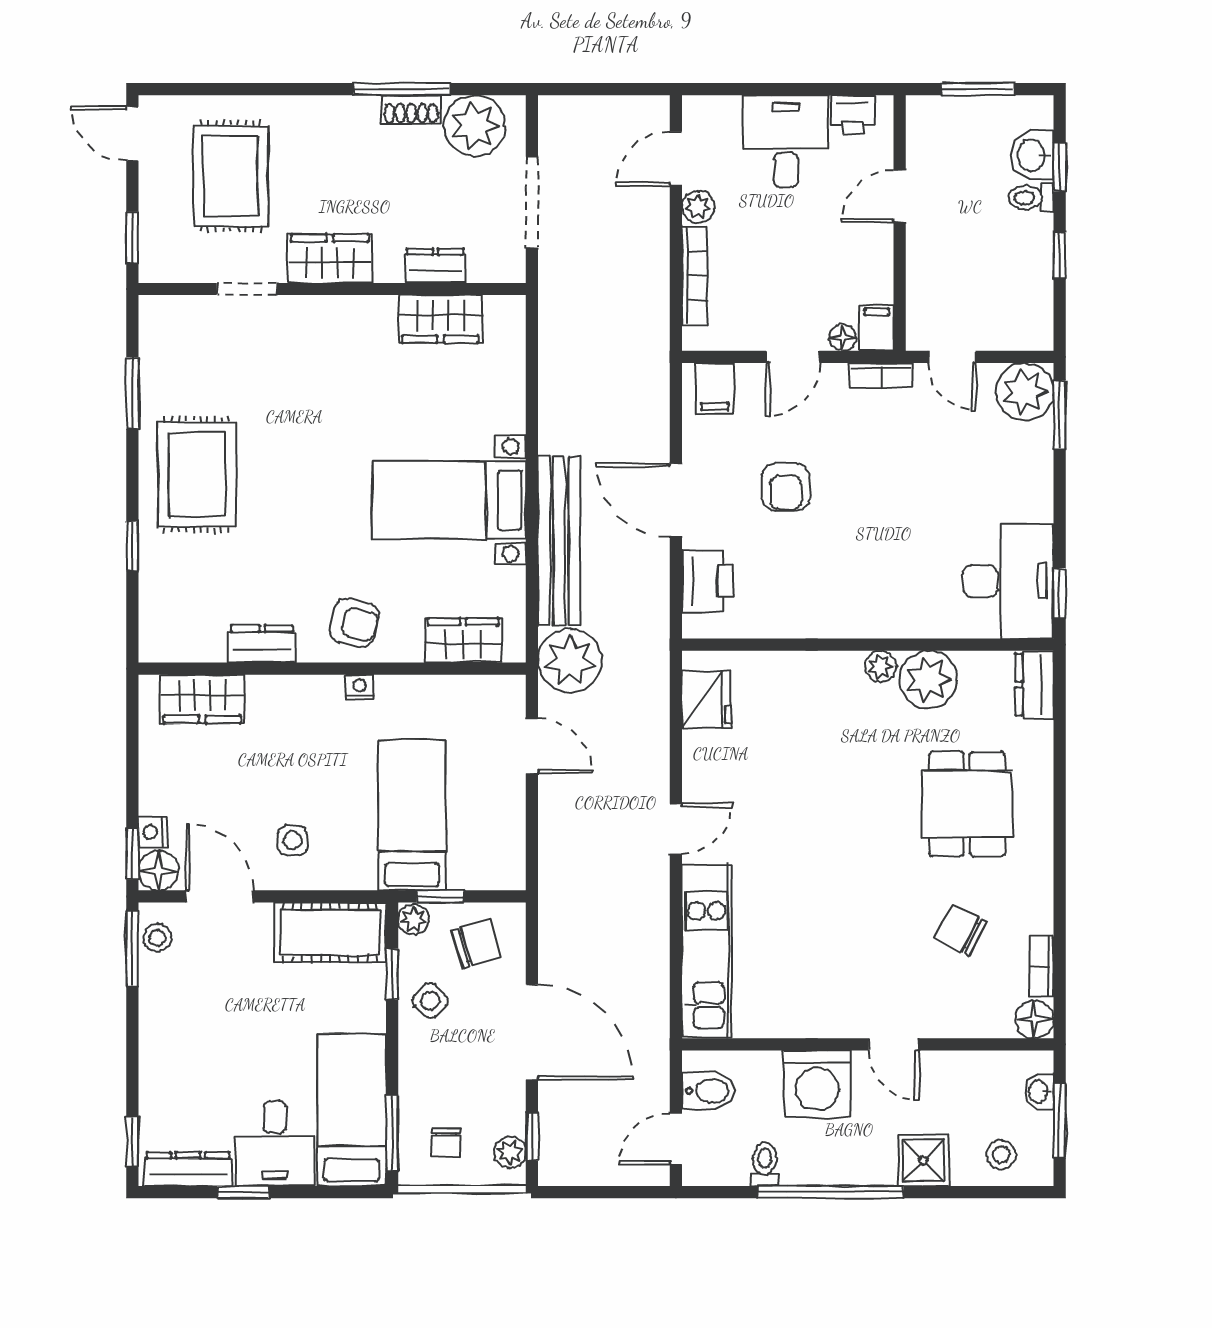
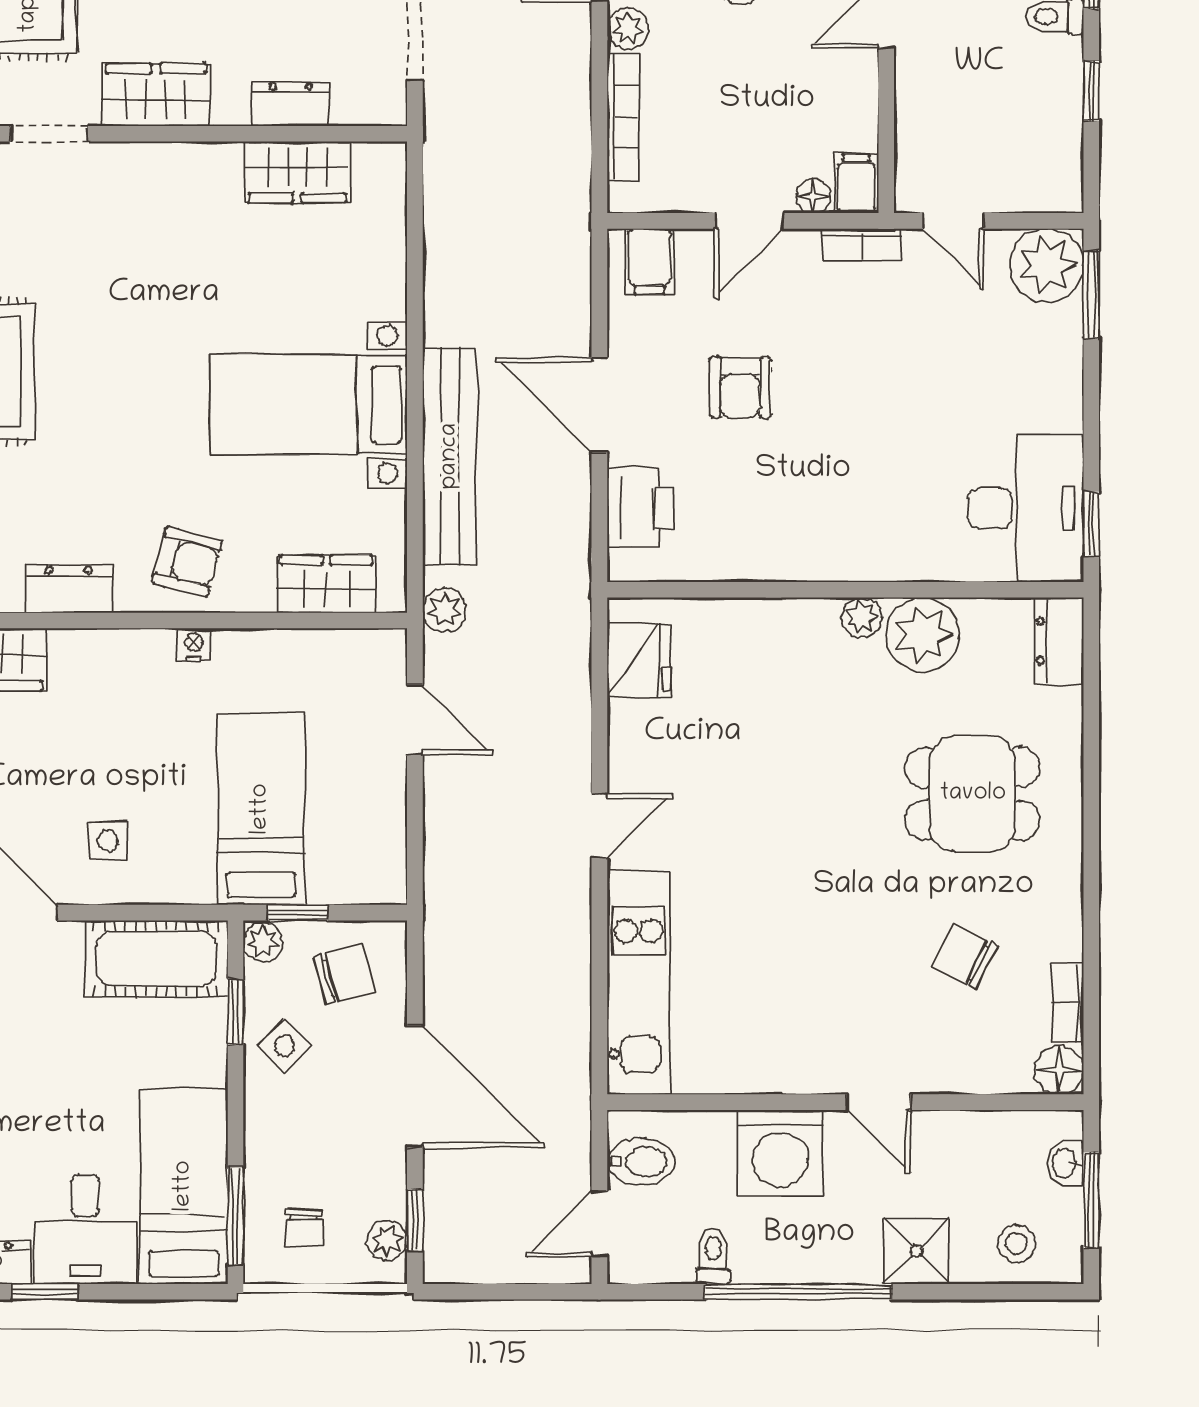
plant: (570, 661) -> (444, 610), width x0.53, depth x0.53
dining table: (967, 804) -> (973, 794), turned 90

